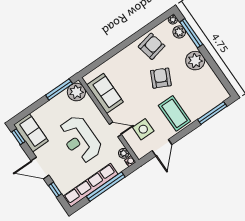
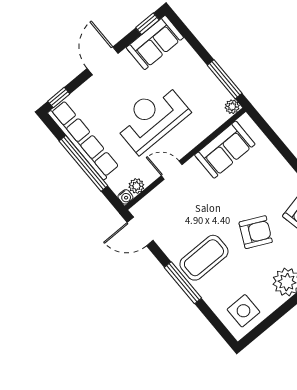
plant: (76, 92) -> (232, 107), width x0.53, depth x0.53
window: (212, 113) -> (183, 283), moved
door: (115, 129) -> (172, 170), swing flipped
side table: (143, 129) -> (243, 311), moved
door: (162, 148) -> (140, 231), moved
window: (55, 190) -> (59, 98), moved

